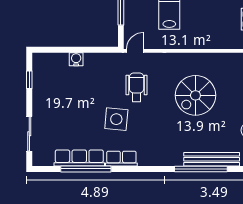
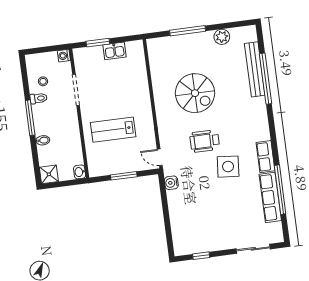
water cooler: (76, 59) -> (171, 183), moved
wheelchair: (137, 87) -> (205, 141), moved

